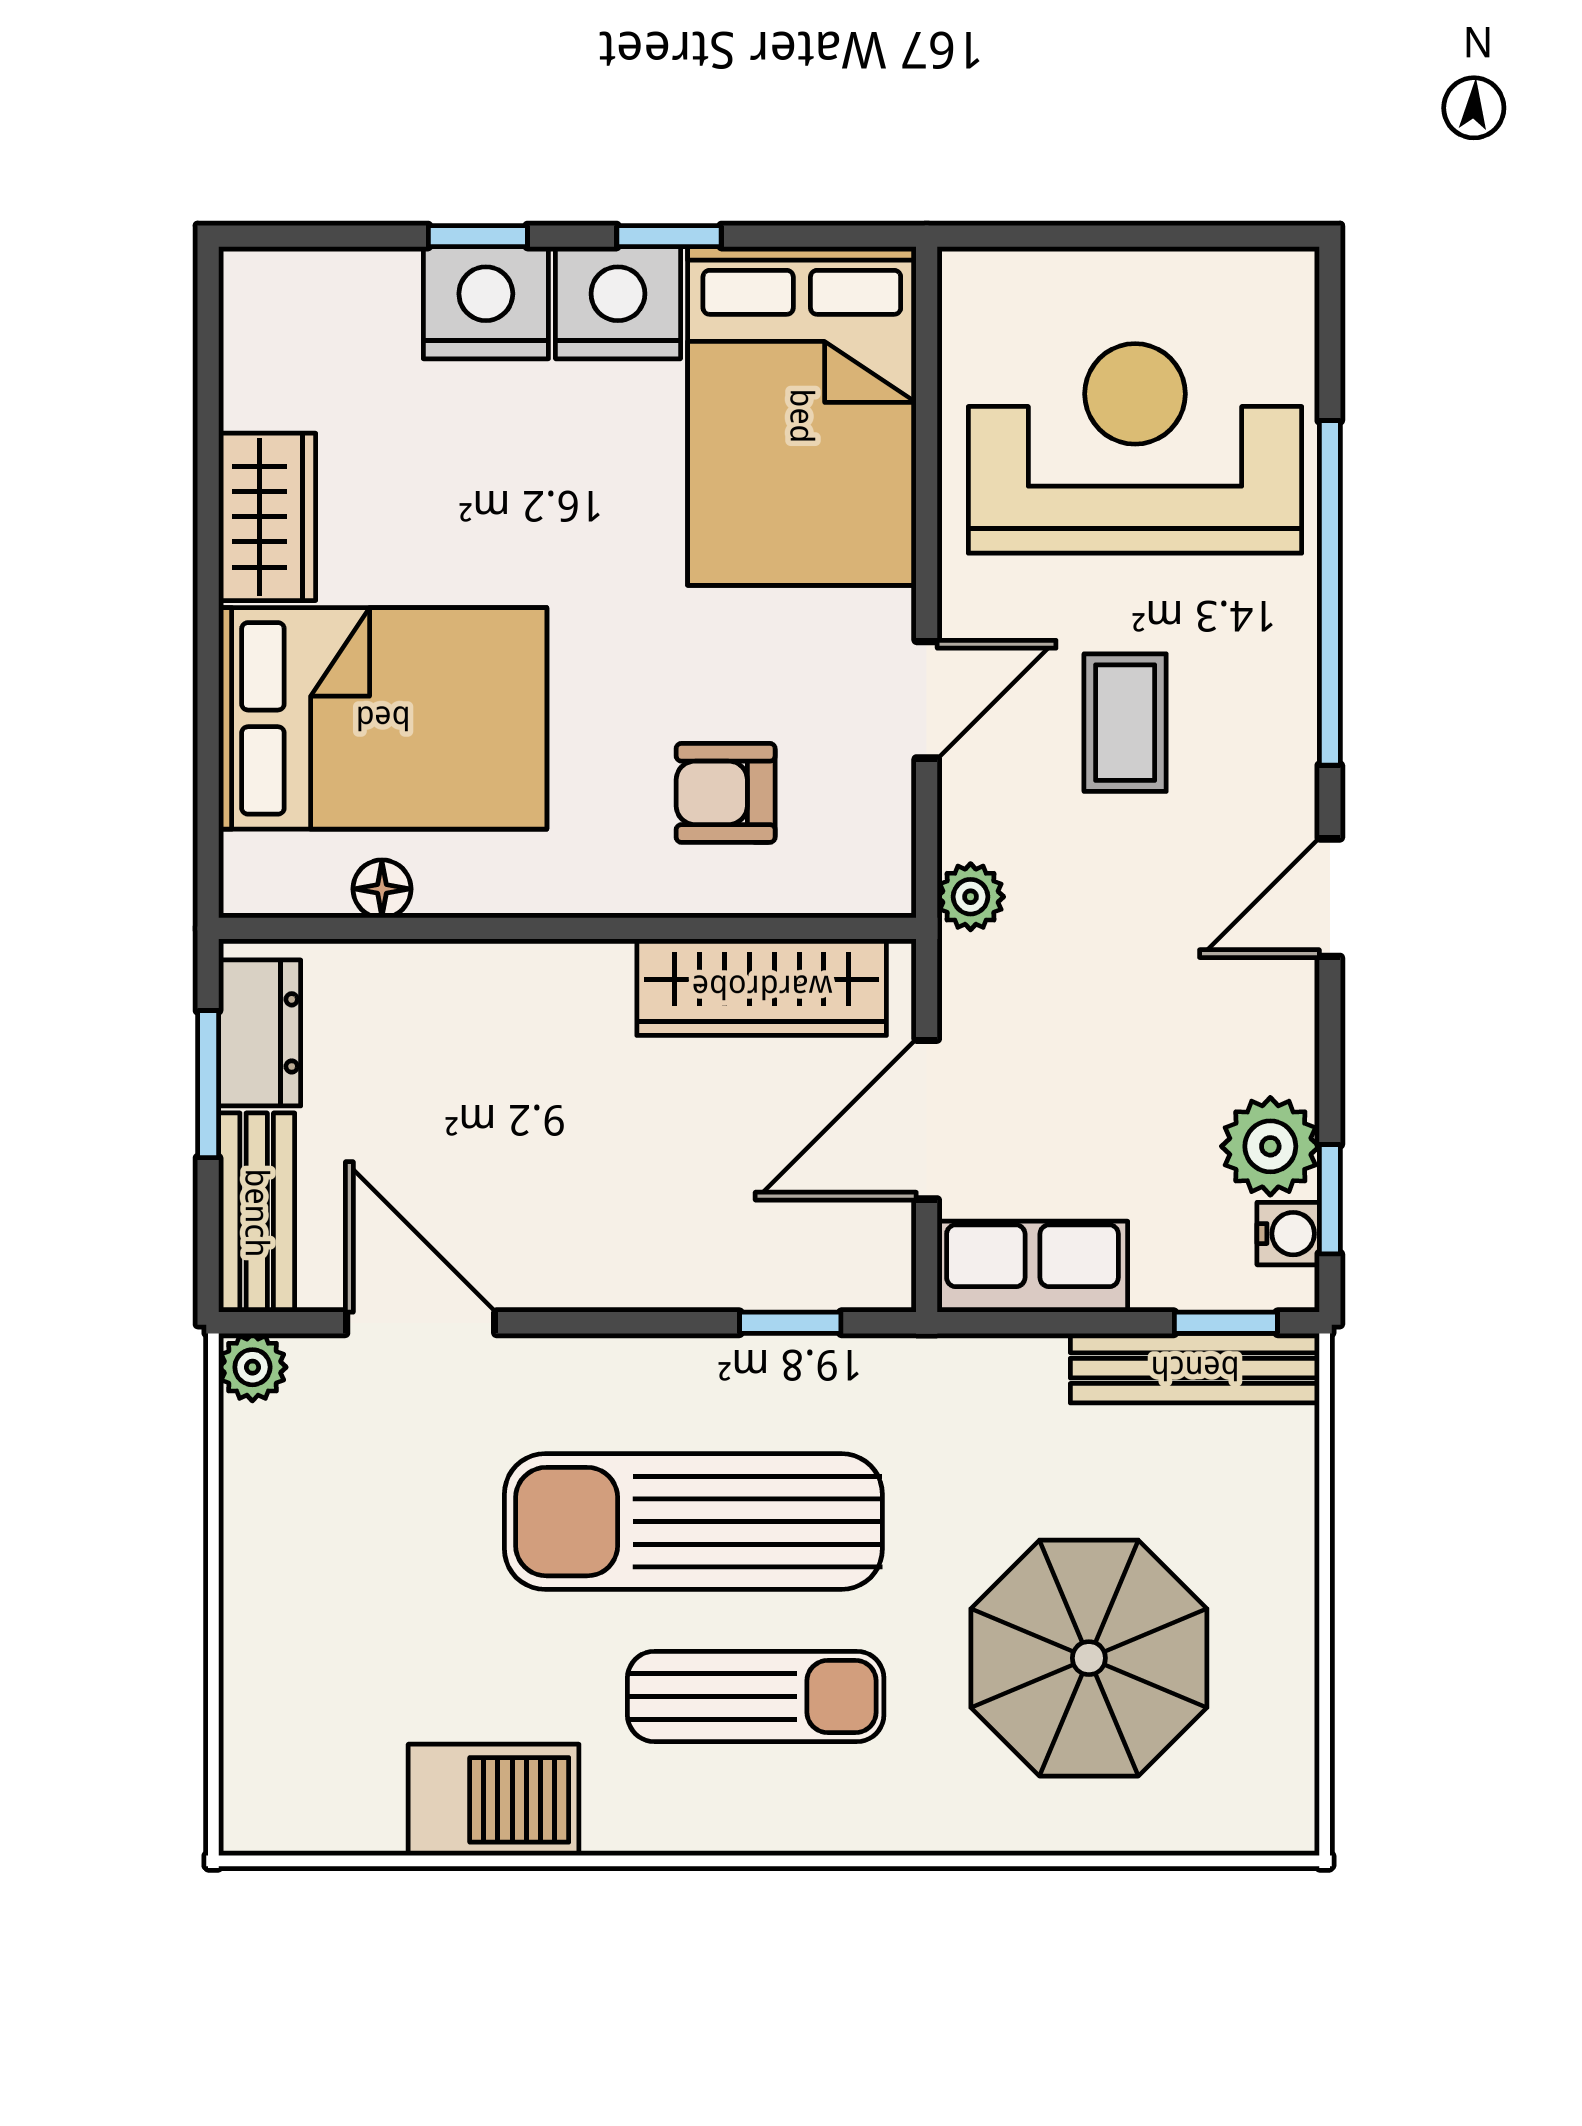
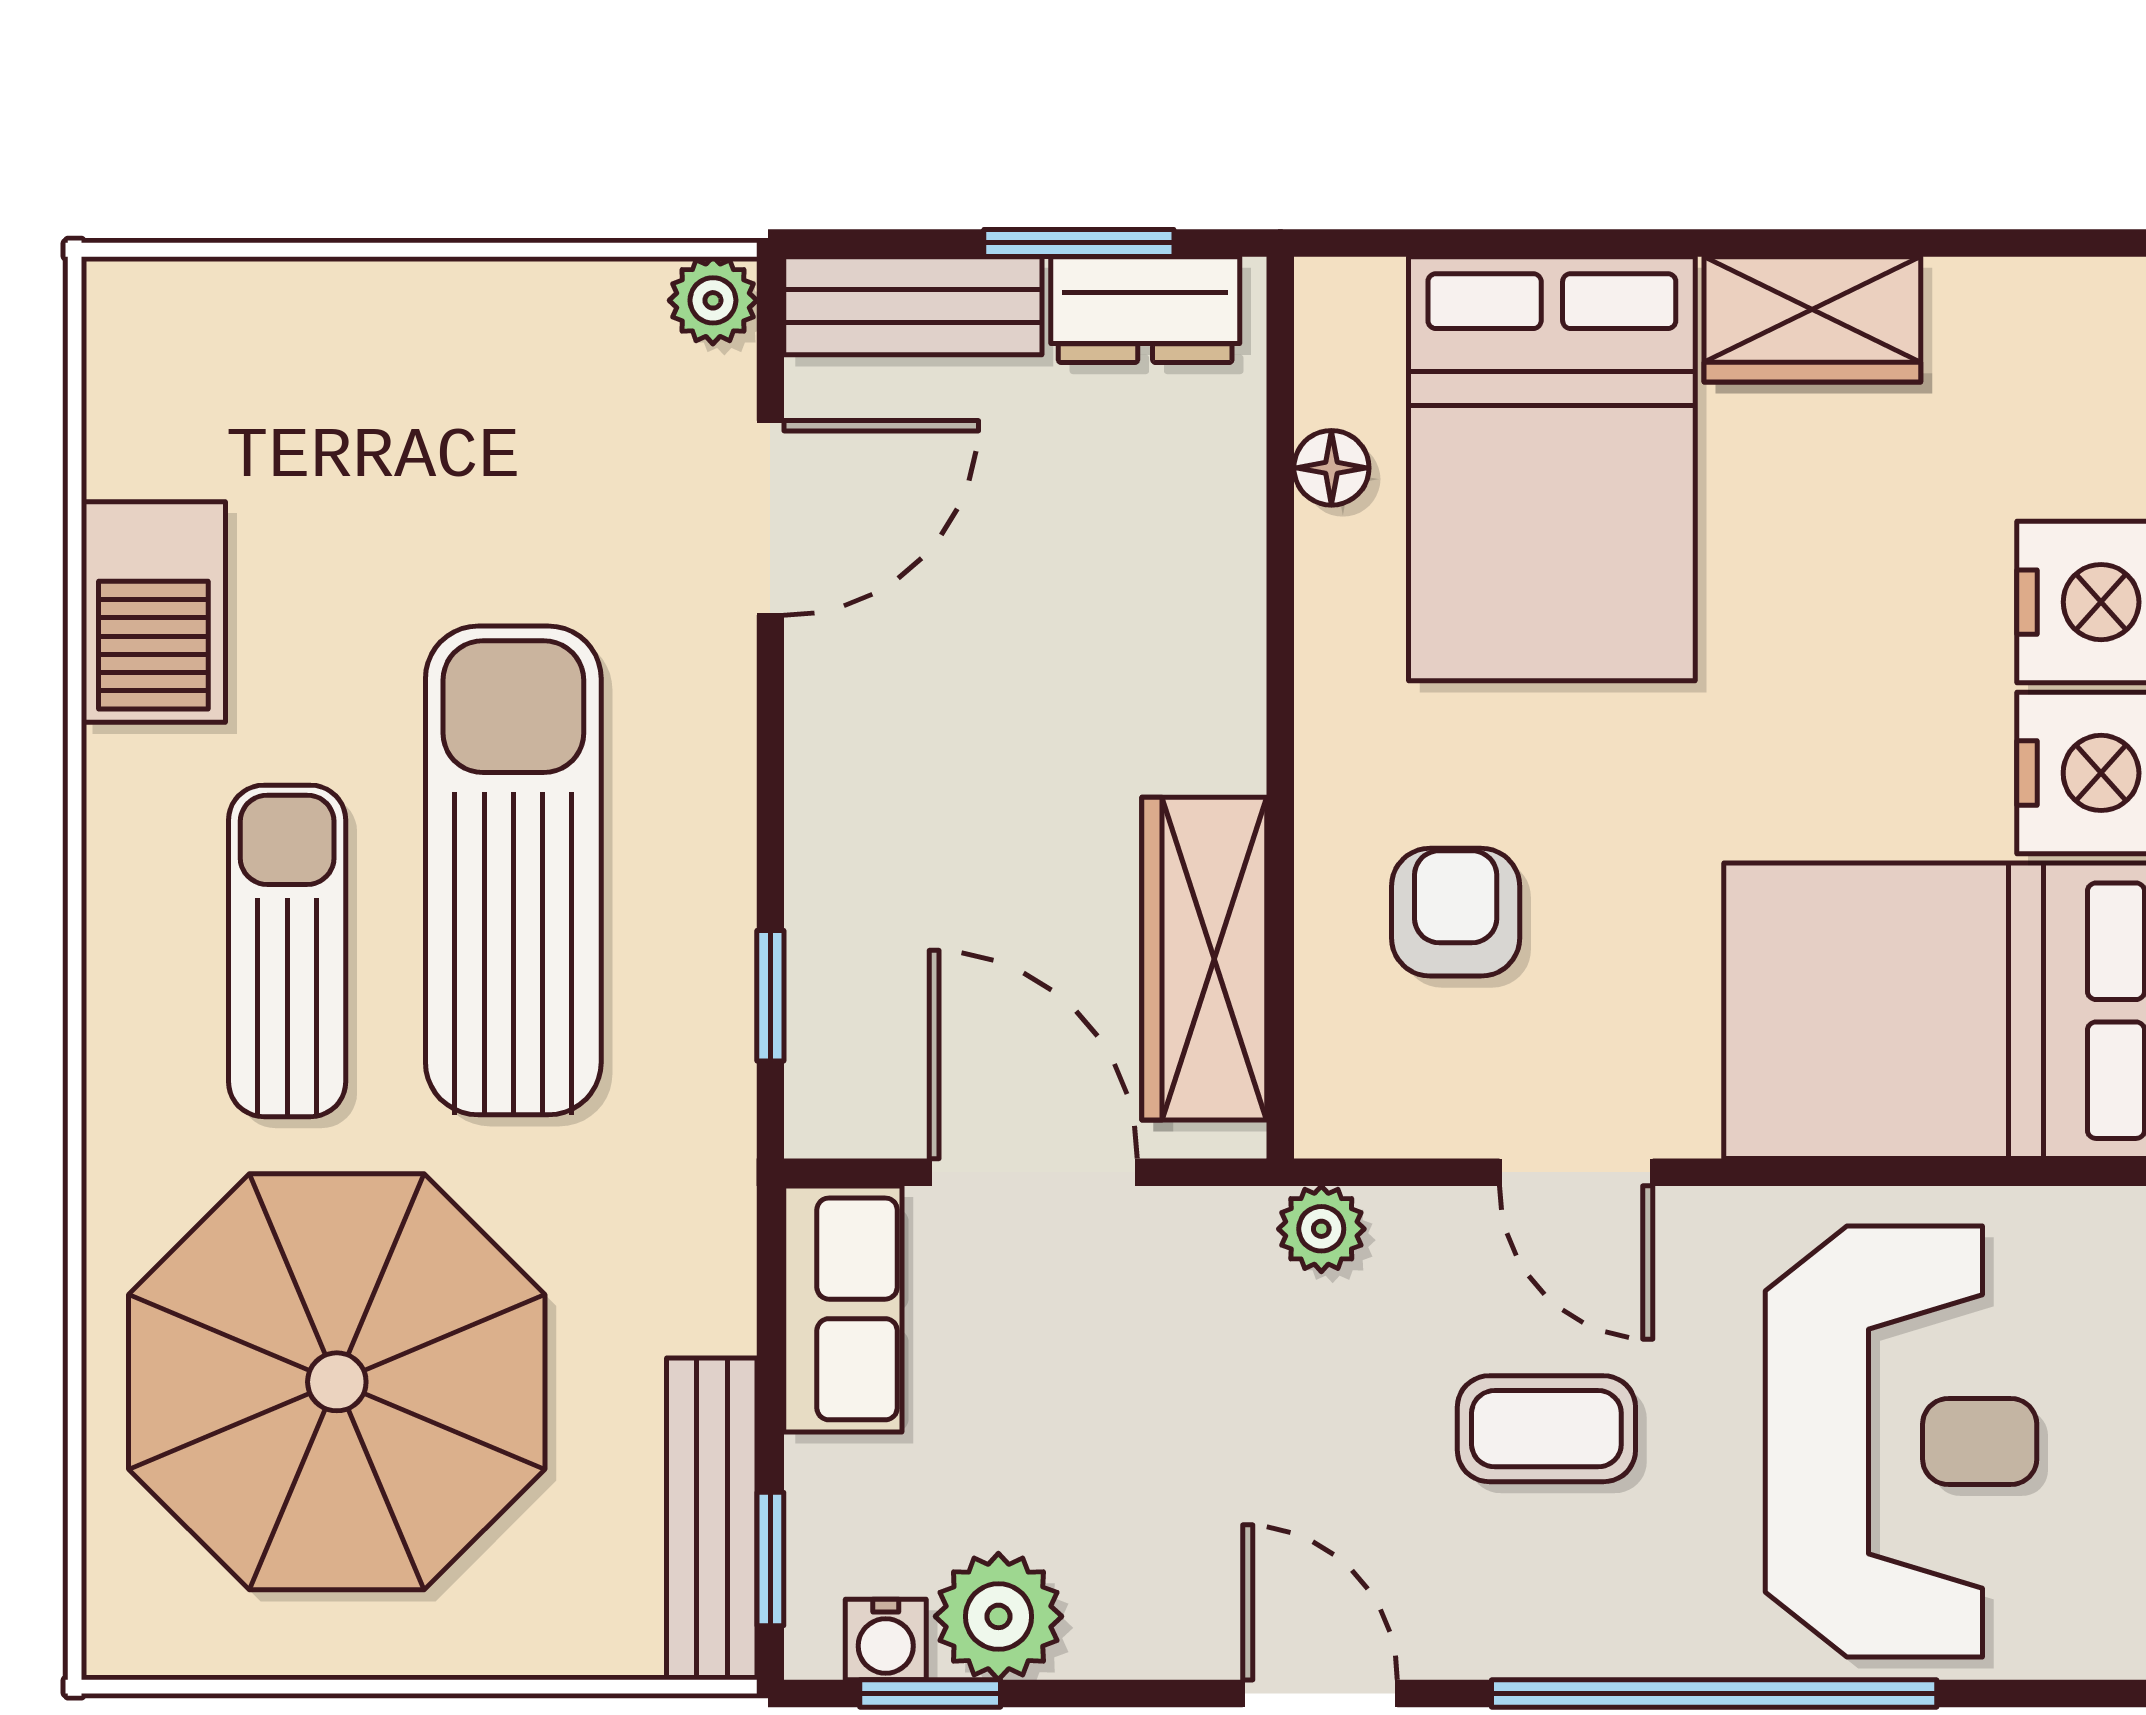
parasol: (1089, 1658) -> (337, 1382), width x1.36, depth x1.36
sun lounger: (756, 1696) -> (287, 951), turned 180

